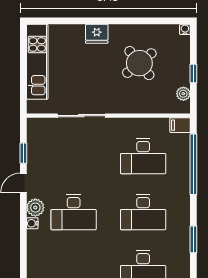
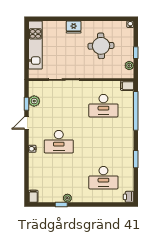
round table: (139, 63) -> (101, 46), turned 37
plant: (35, 208) -> (34, 101), moved
desk: (143, 212) -> (103, 142), removed

